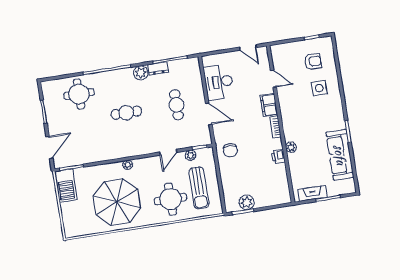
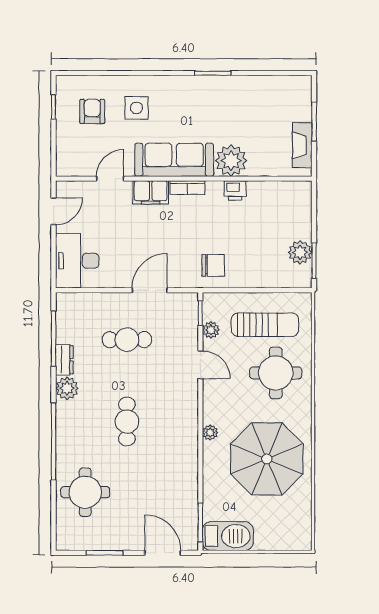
desk: (219, 82) -> (77, 261), moved, turned 90
plant: (291, 147) -> (231, 161), width x1.87, depth x1.87
sofa: (340, 155) -> (174, 160), moved, turned 180

